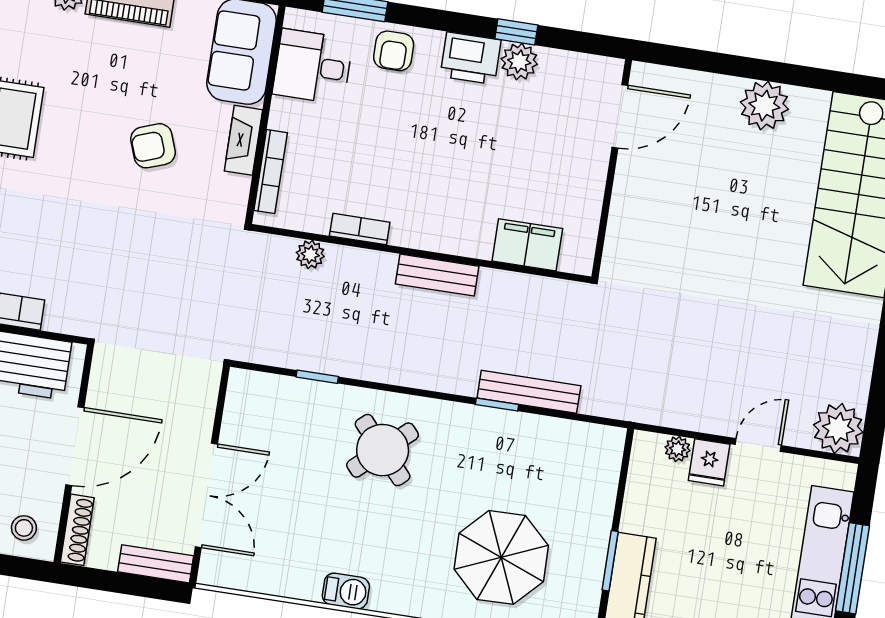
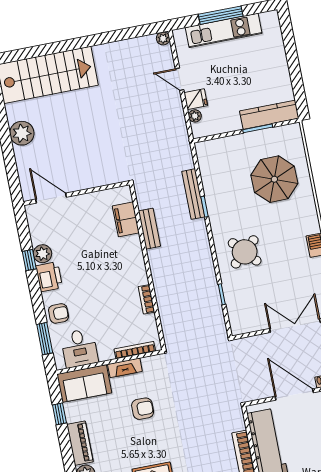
armchair: (153, 146) -> (143, 409), turned -70
plant: (310, 254) -> (166, 318), removed
bench: (437, 275) -> (149, 229), moved
plant: (838, 428) -> (163, 38), width x0.53, depth x0.53

